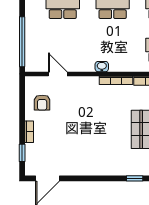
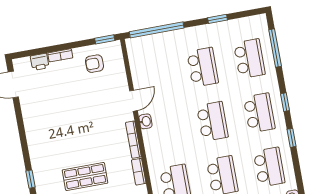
door: (58, 74) -> (133, 101), moved
printer: (32, 151) -> (40, 62), added
window: (22, 153) -> (105, 39), moved

